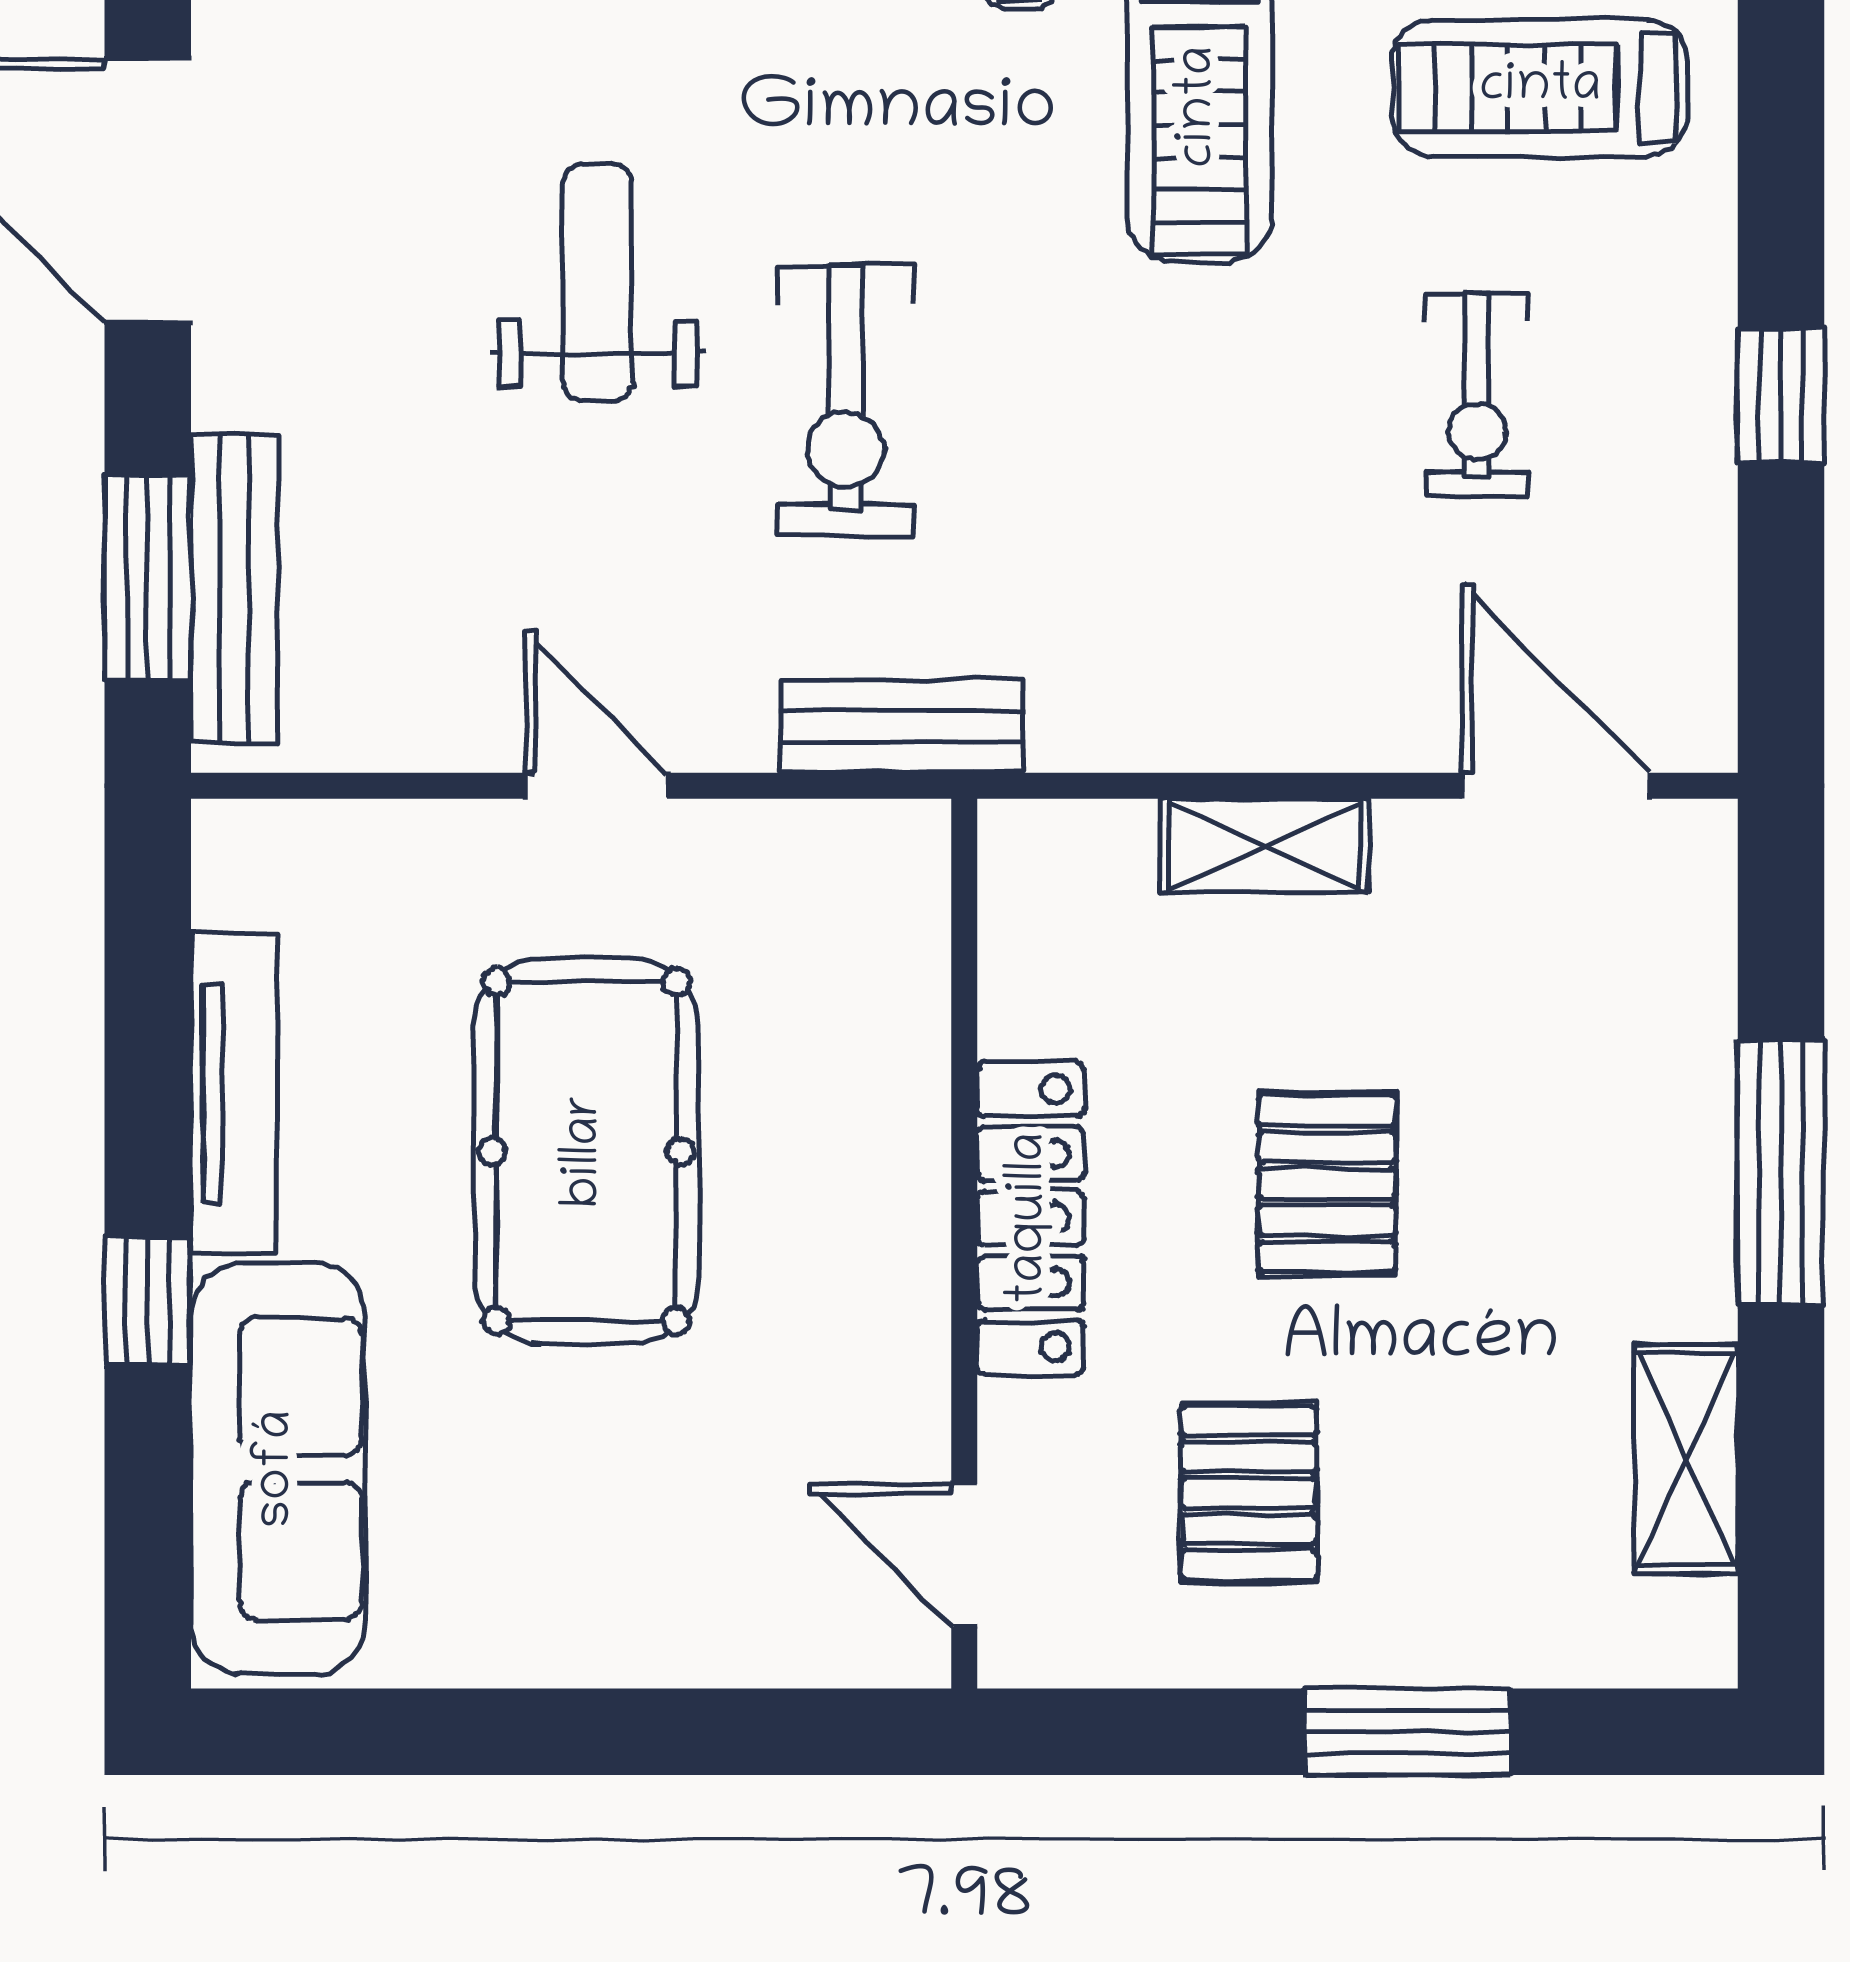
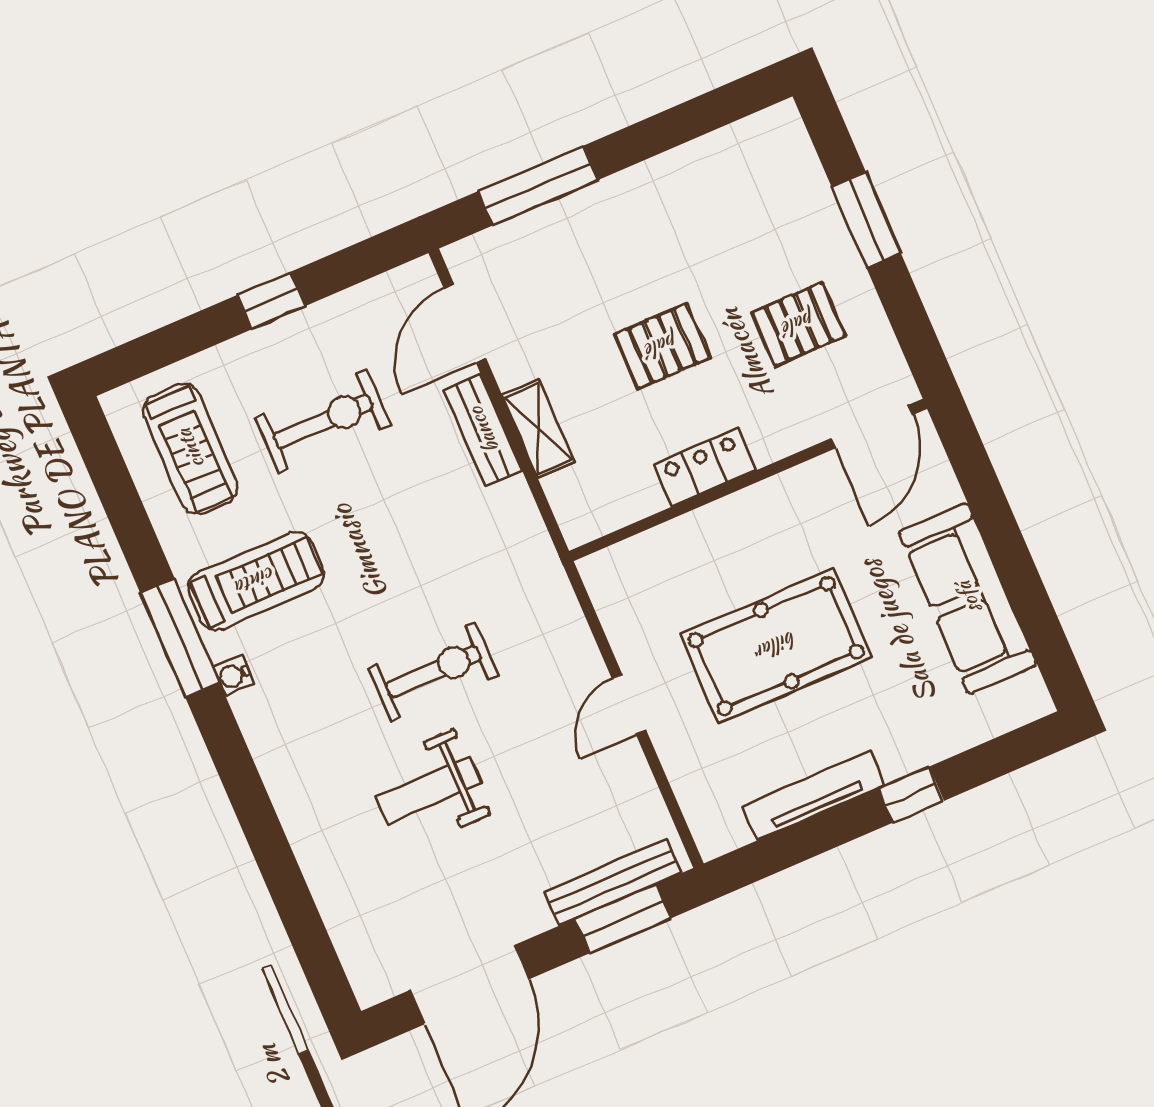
exercise bike: (1477, 395) -> (323, 421), width x1.38, depth x1.39
bench: (902, 726) -> (483, 430), moved
window: (1781, 1173) -> (538, 186), moved
locker: (1031, 1218) -> (705, 467), width x0.66
shelving: (1686, 1459) -> (710, 156), removed
sofa: (278, 1469) -> (968, 598), moved, turned -90
door: (964, 1555) -> (872, 427), width x1.38

